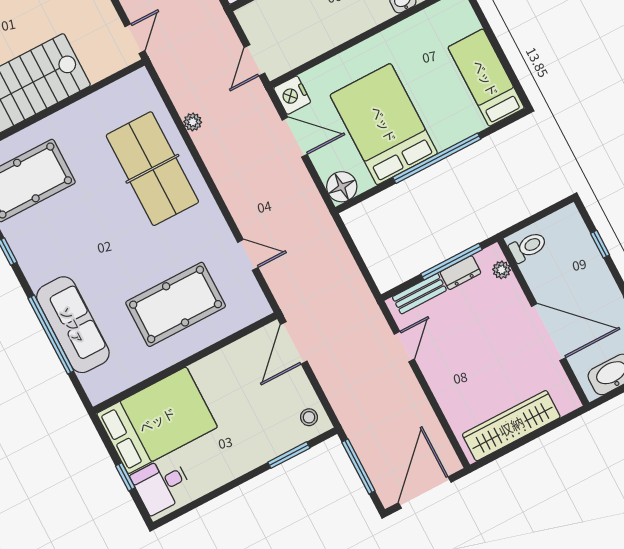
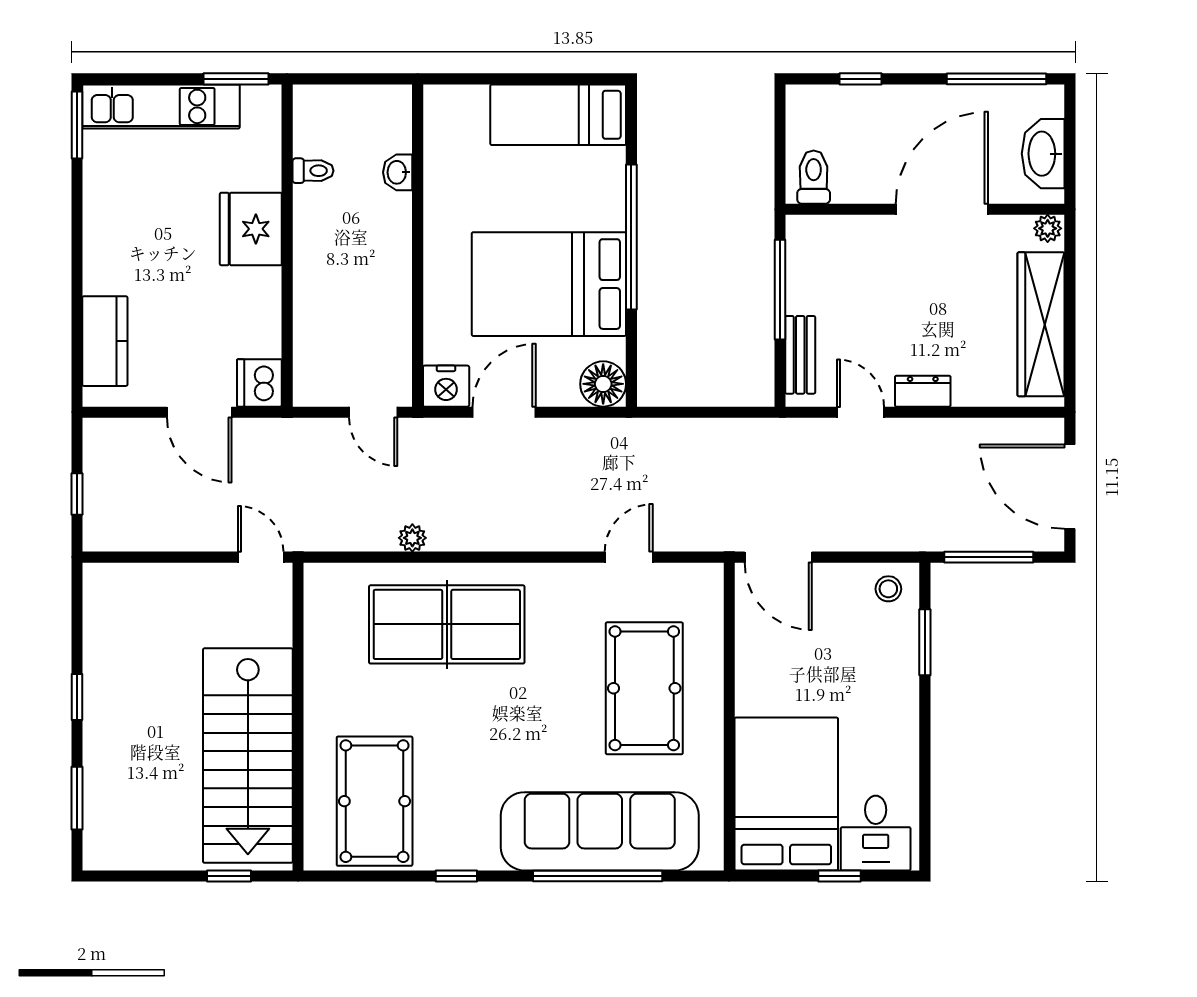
plant: (502, 270) -> (1048, 228), moved
dresser: (460, 273) -> (923, 391), moved, turned -90
sofa: (73, 325) -> (600, 831), width x1.36, depth x1.27

